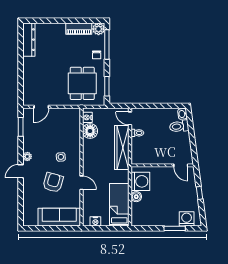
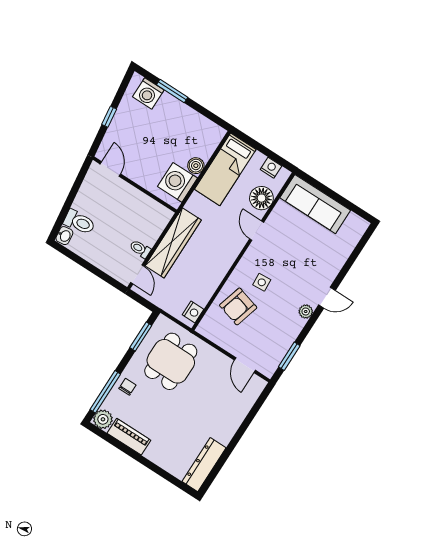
door: (41, 107) -> (245, 365), swing flipped
floor lamp: (90, 131) -> (261, 198), moved
armchair: (53, 182) -> (238, 306), moved

